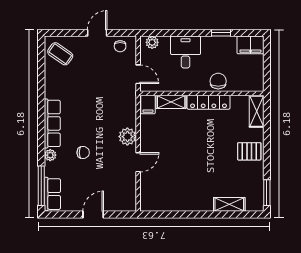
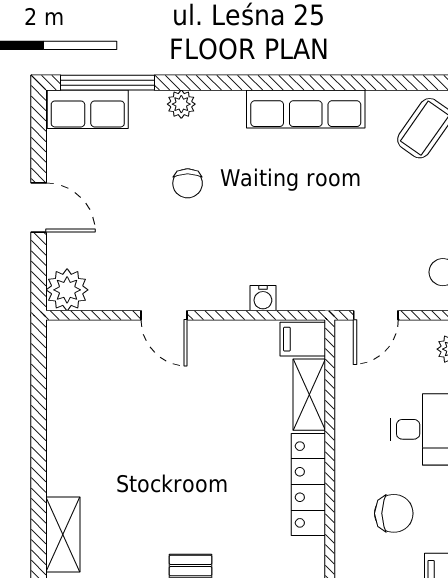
chair: (218, 81) -> (394, 513), moved
water cooler: (131, 121) -> (263, 298), added
row of seats: (52, 123) -> (306, 109), moved
plant: (127, 137) -> (67, 290), moved

